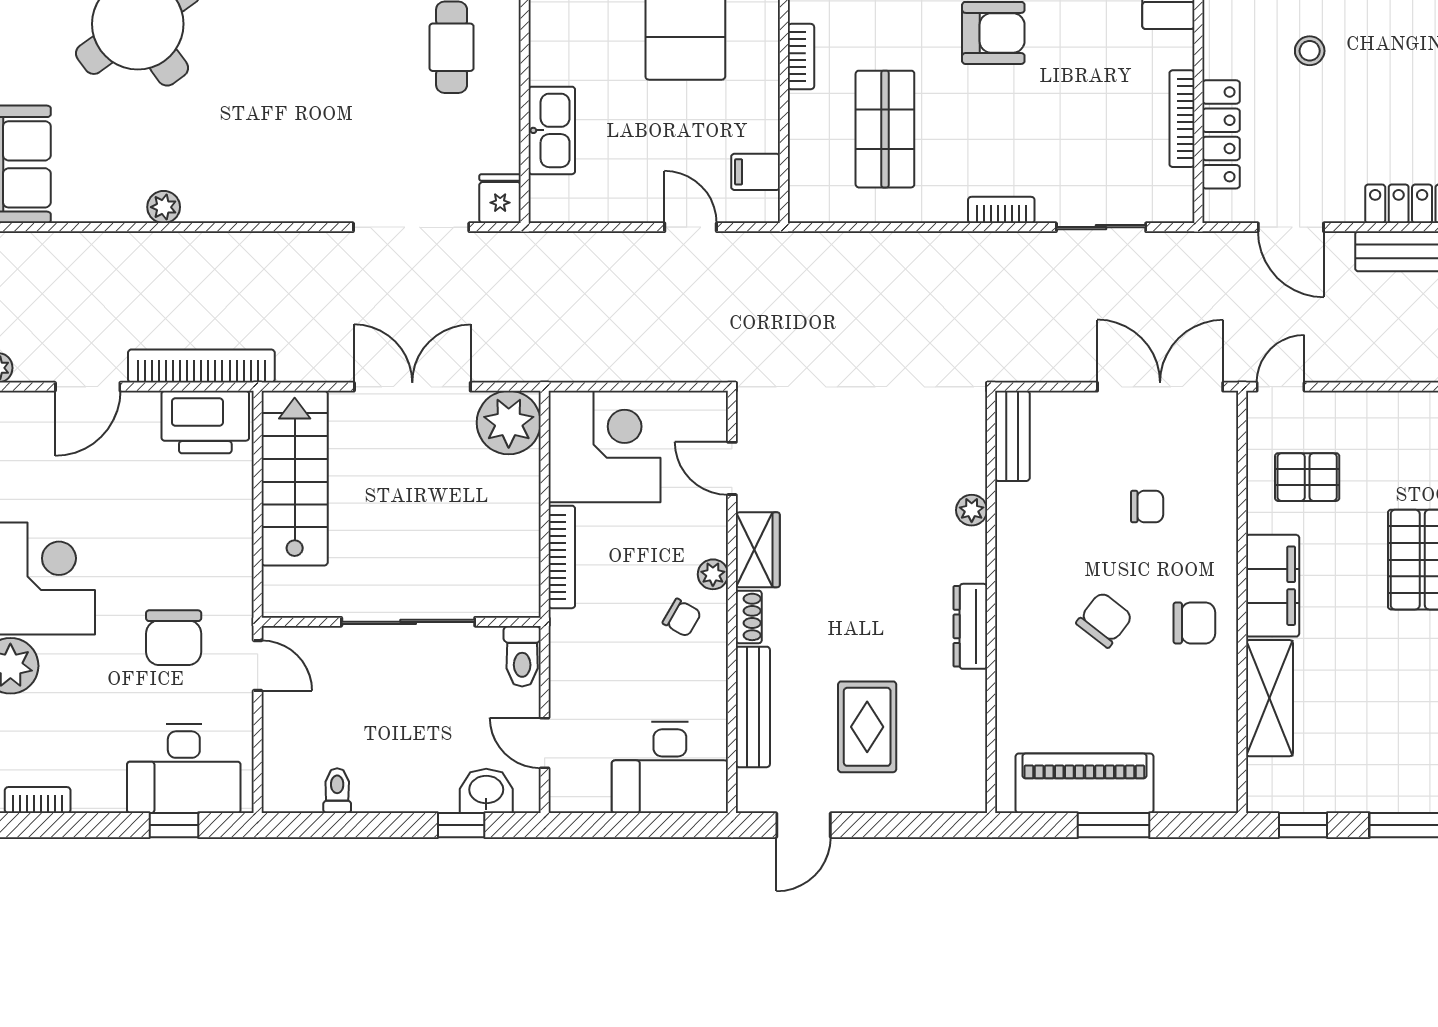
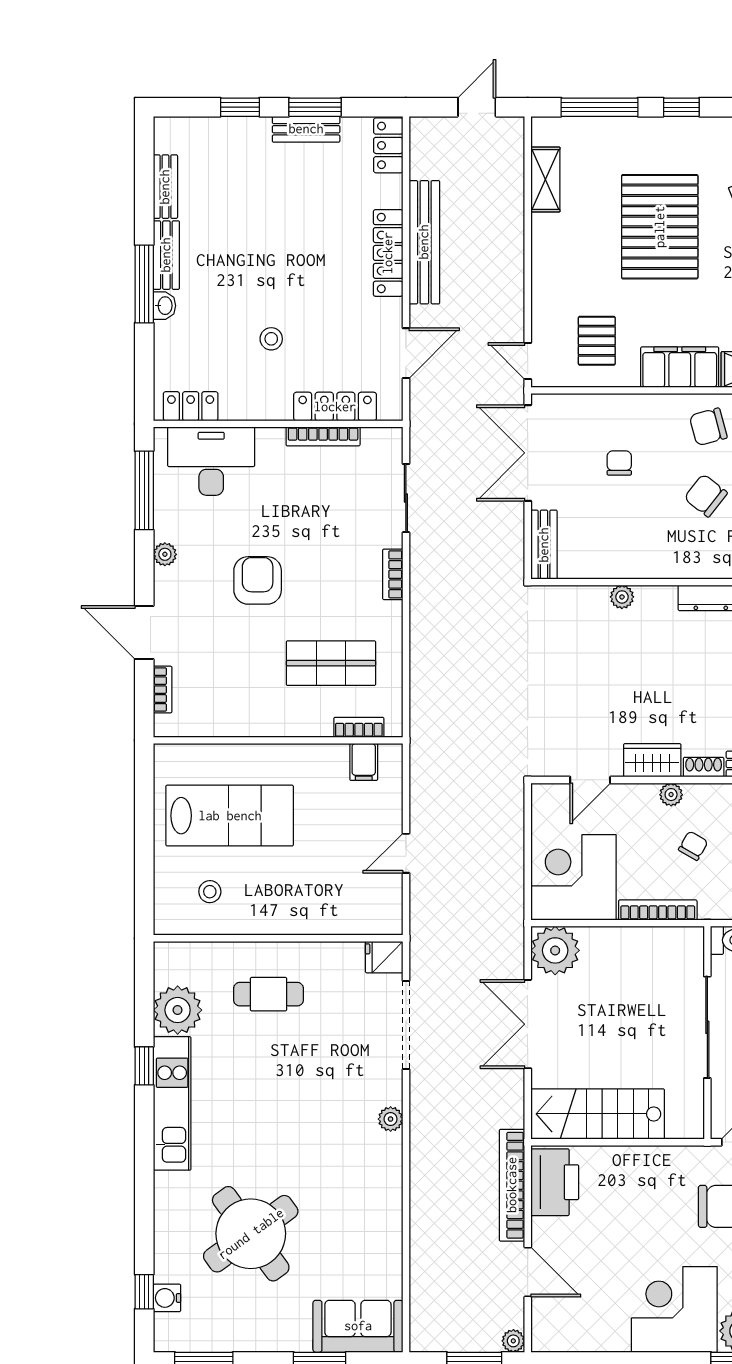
bookcase: (801, 57) -> (359, 727), moved
kitchen sink: (552, 130) -> (332, 918), removed
plant: (164, 207) -> (391, 1119), moved
door: (691, 227) -> (406, 853), moved
bench: (1012, 436) -> (544, 545), moved, turned 90
chair: (682, 618) -> (693, 846), moved
chair: (1194, 623) -> (708, 427), turned -105

